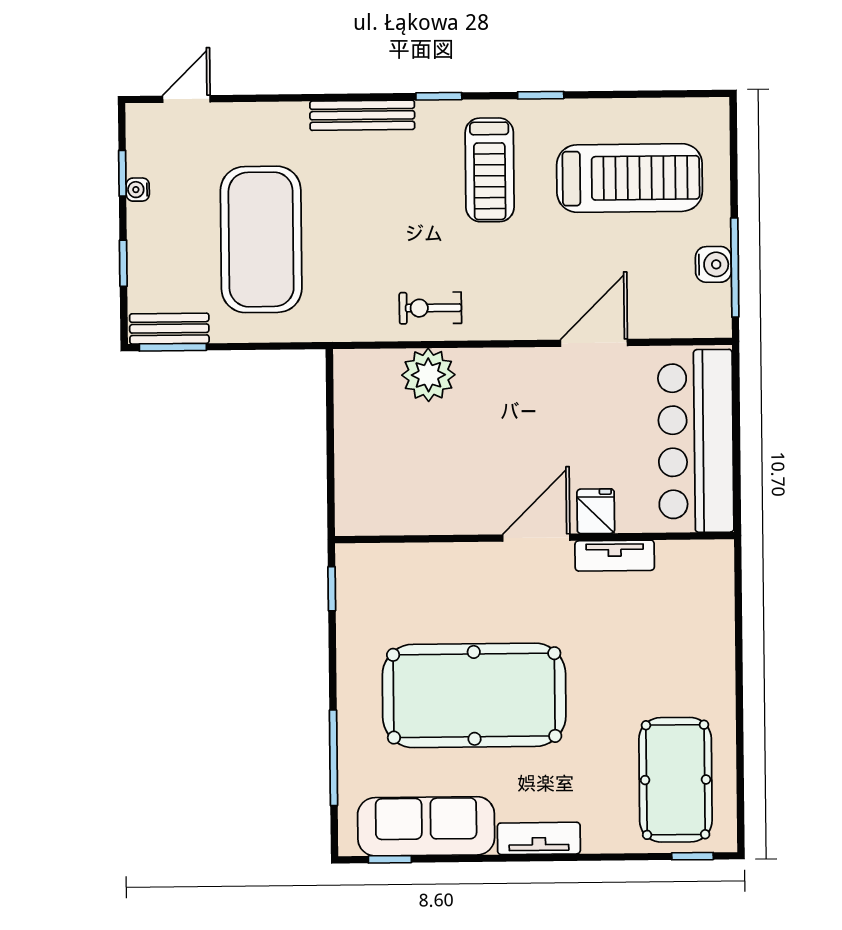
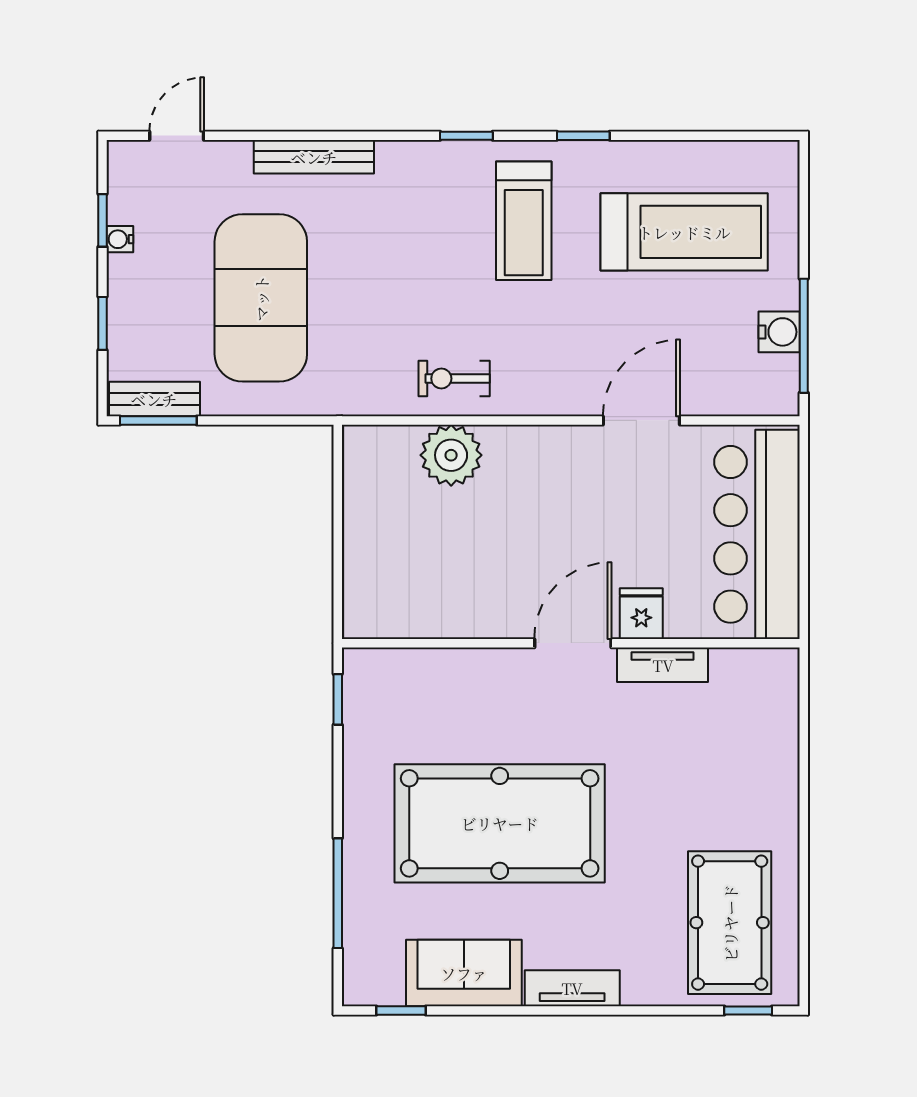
bench: (362, 115) -> (314, 157), moved
sofa: (426, 826) -> (464, 973), width x0.73

